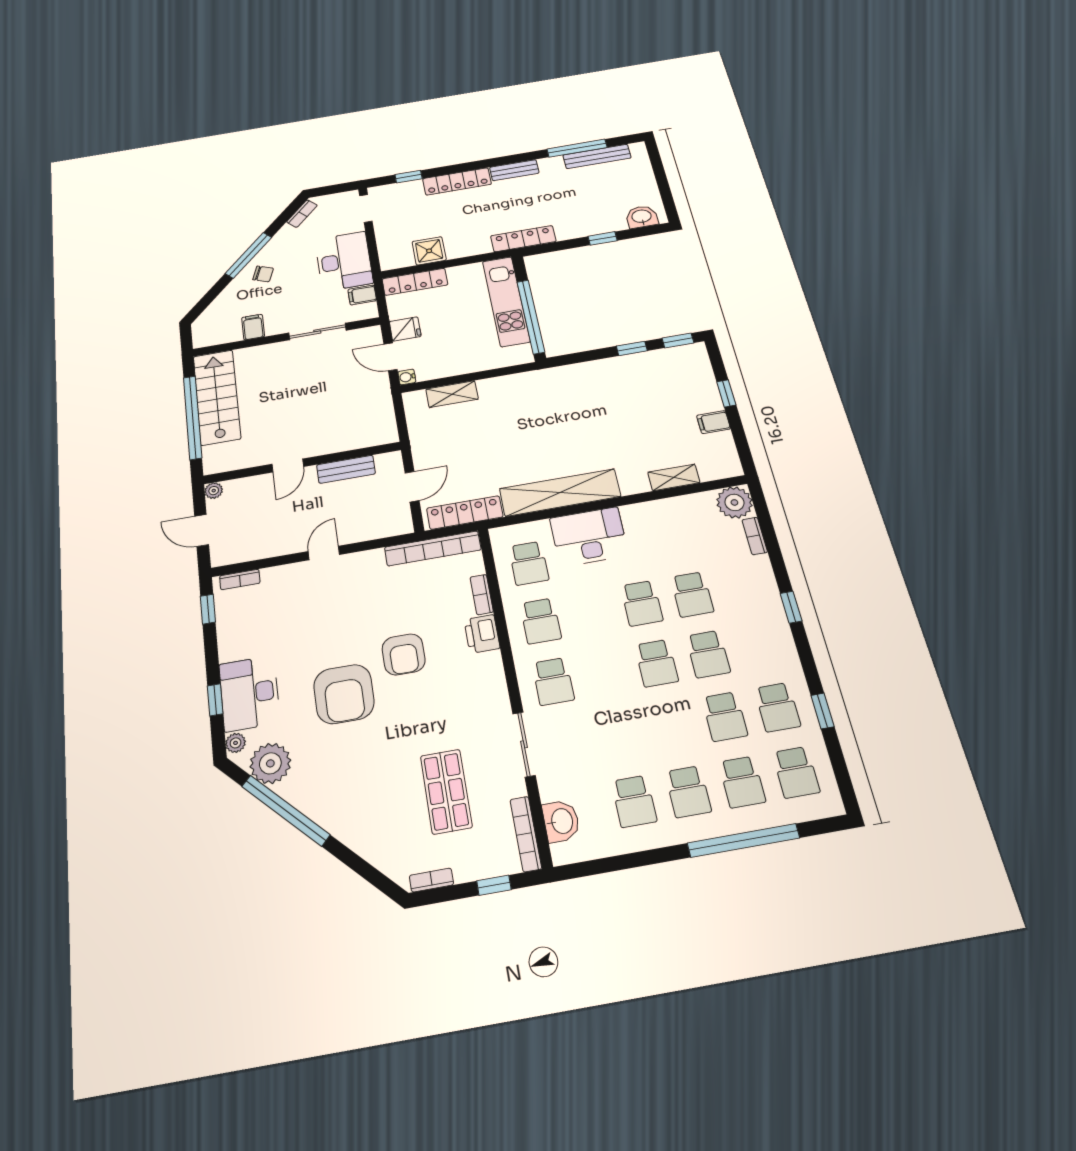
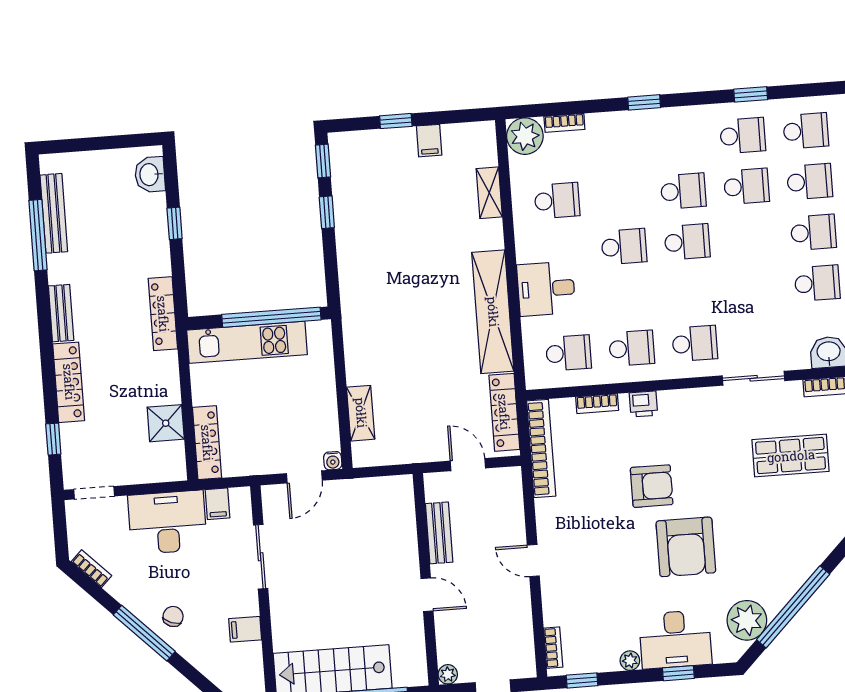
fridge: (405, 329) -> (270, 458), removed
desk: (589, 537) -> (546, 289), width x0.73
school desk: (692, 594) -> (557, 201), moved
printer: (482, 634) -> (643, 404), width x0.73, depth x0.81
armchair: (344, 694) -> (686, 547), turned 90
plant: (236, 743) -> (630, 661), moved

